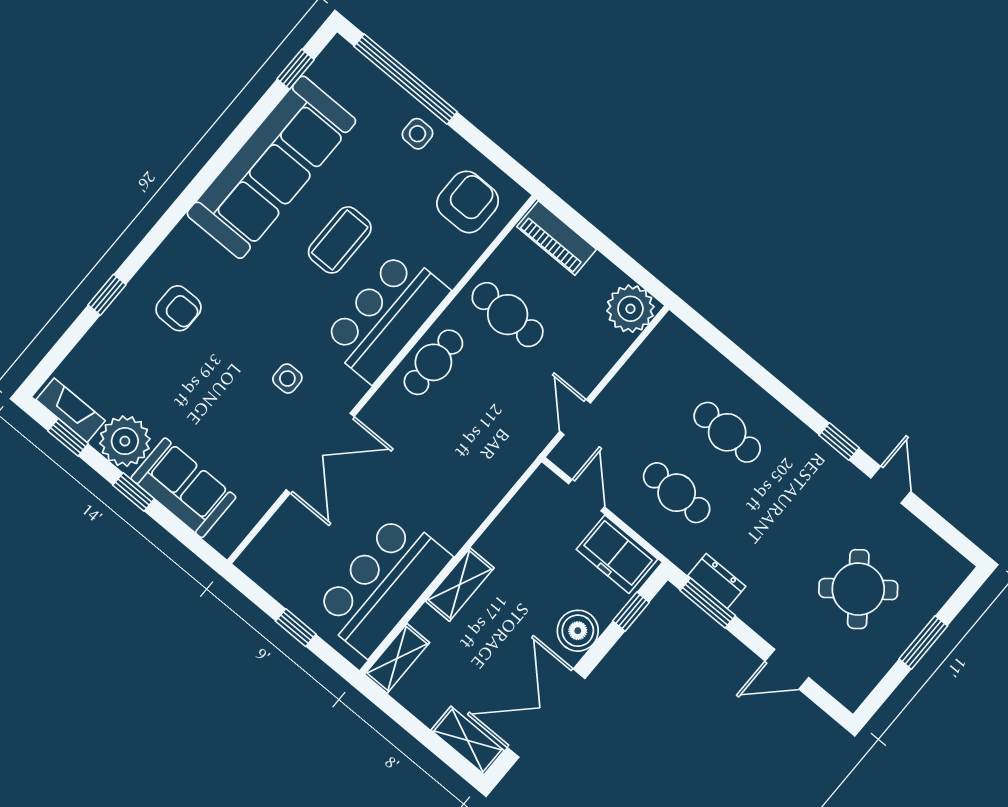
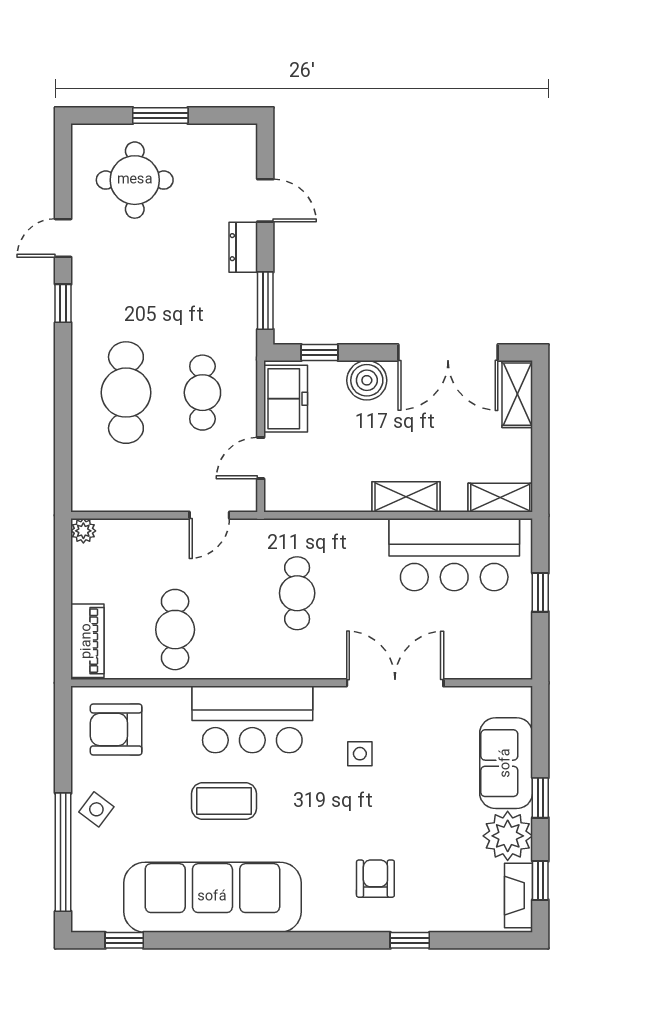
side table: (417, 134) -> (96, 809), turned 37
plant: (630, 309) -> (83, 531), width x0.53, depth x0.53
cafe table: (433, 362) -> (297, 593), moved, turned 90
cafe table: (727, 432) -> (126, 393), width x1.37, depth x1.35
dresser: (717, 581) -> (243, 247), moved
round table: (858, 589) -> (135, 180), moved, turned 38

